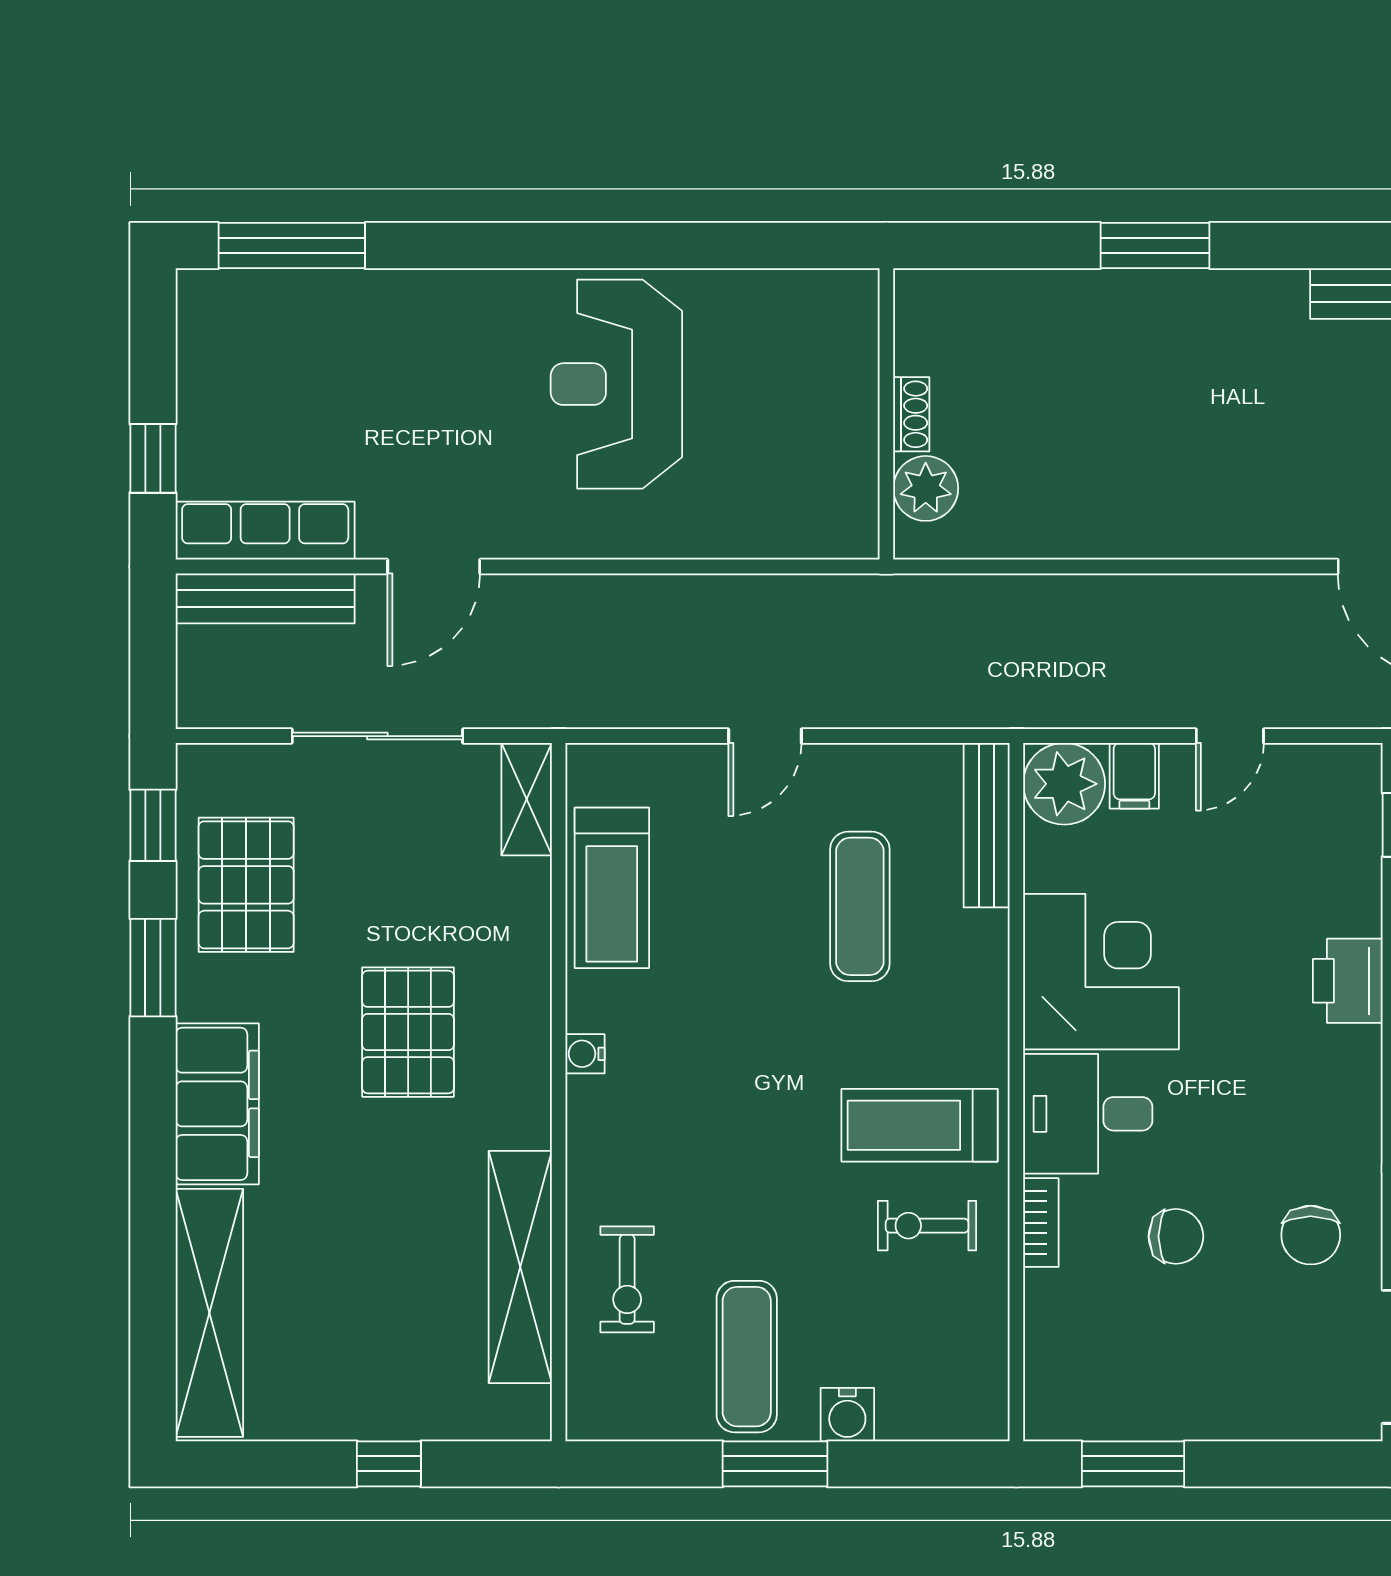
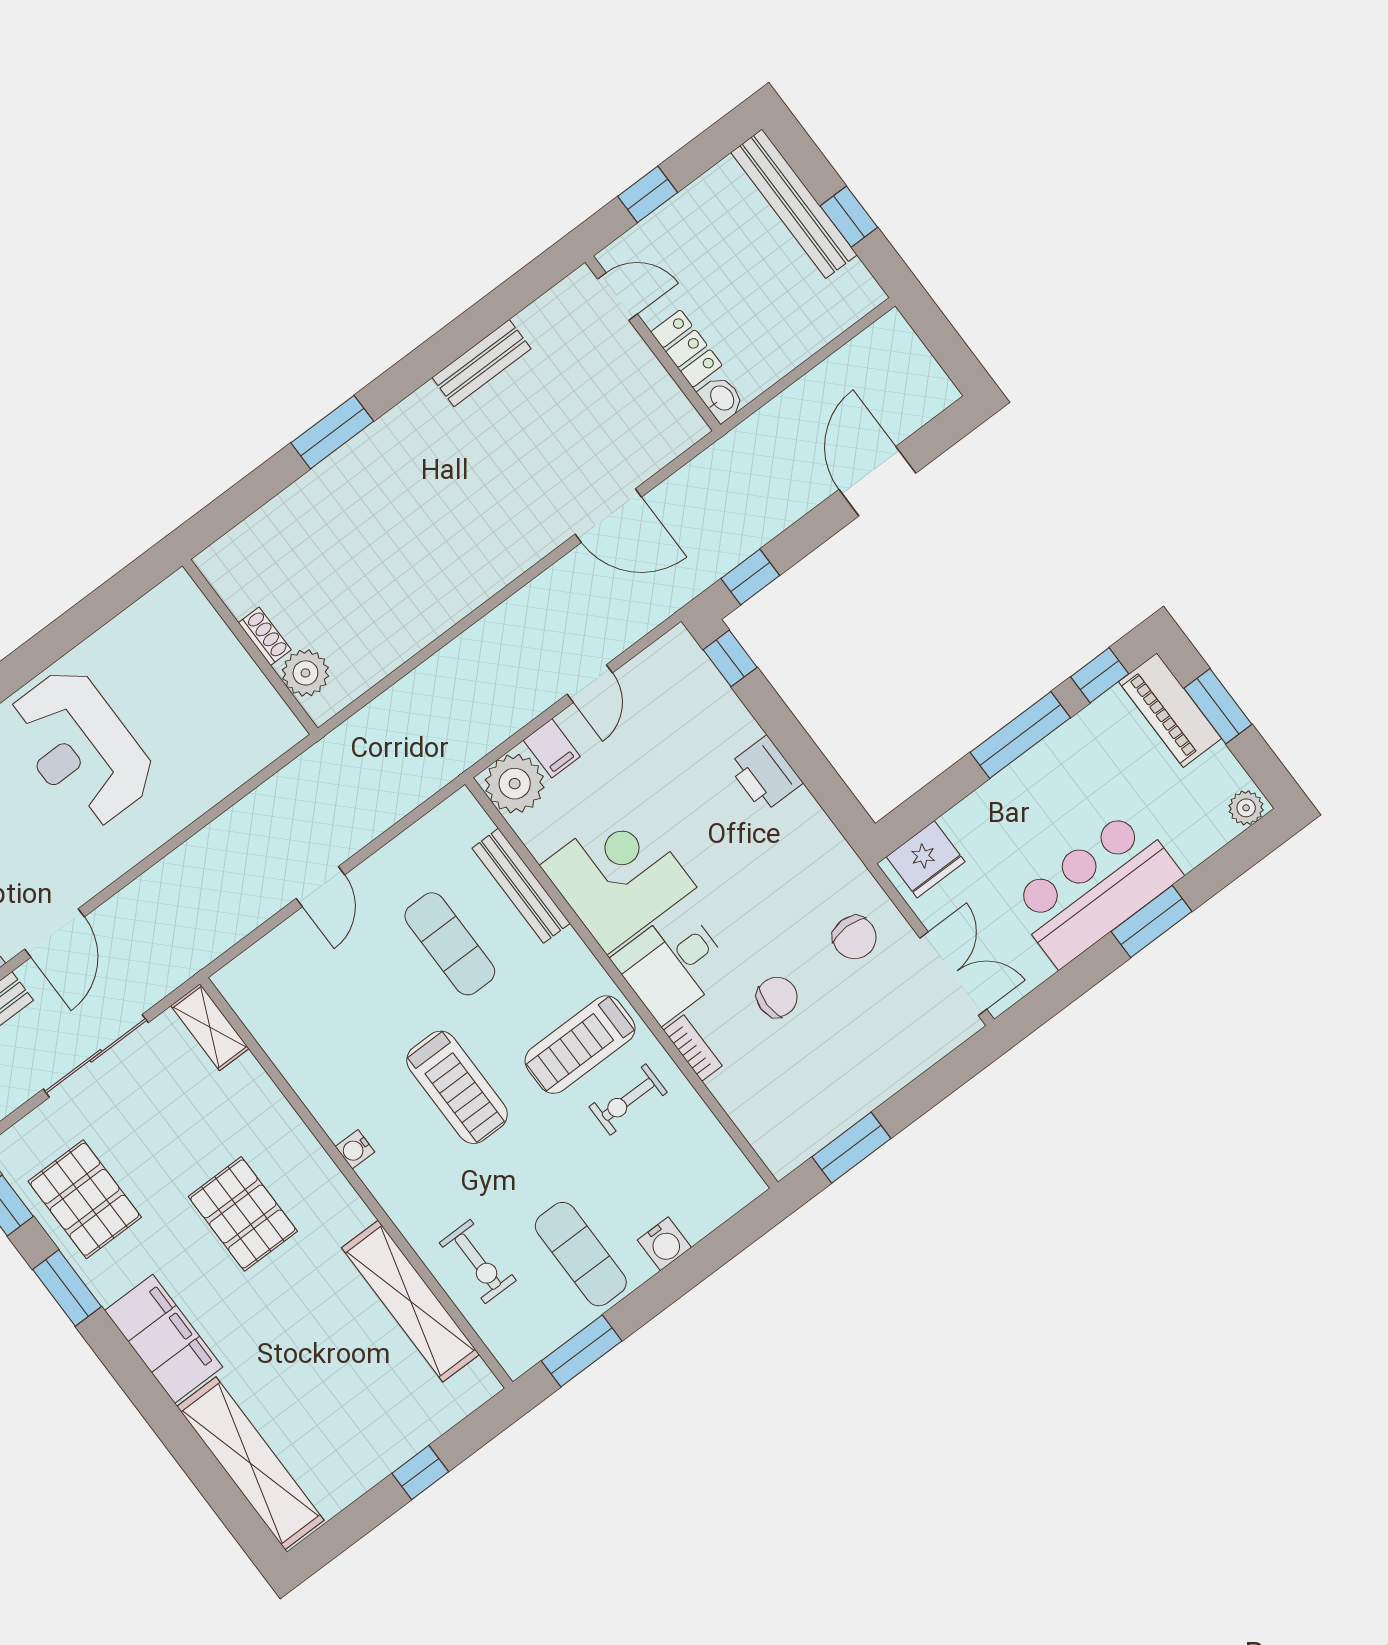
bench: (987, 825) -> (521, 886), moved
treadmill: (612, 888) -> (457, 1087), moved
window: (775, 1464) -> (582, 1351), moved

